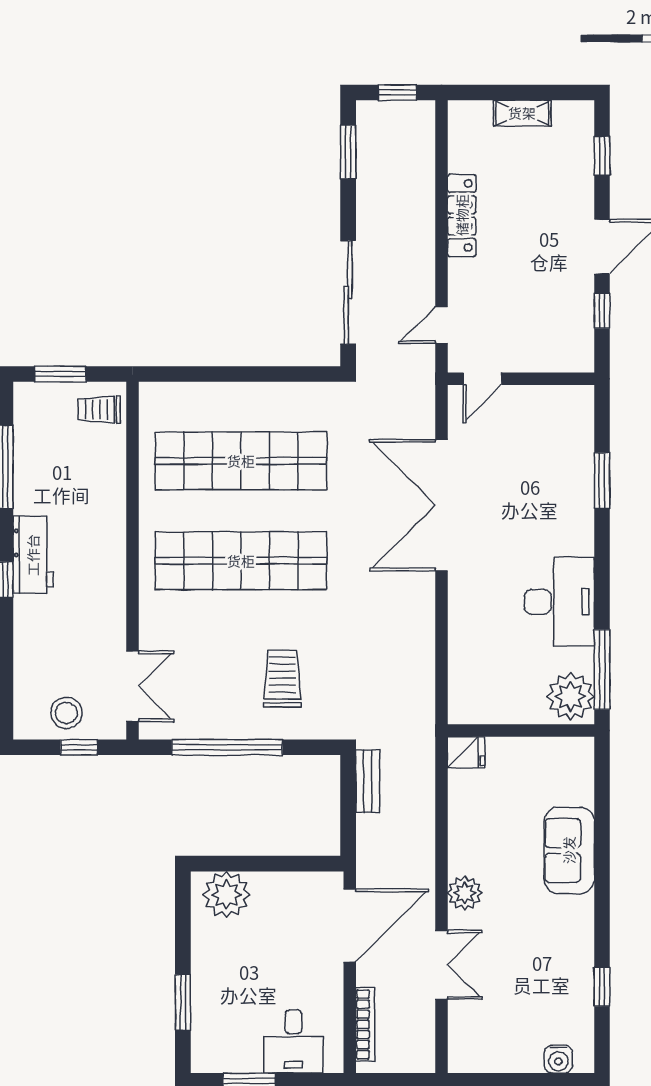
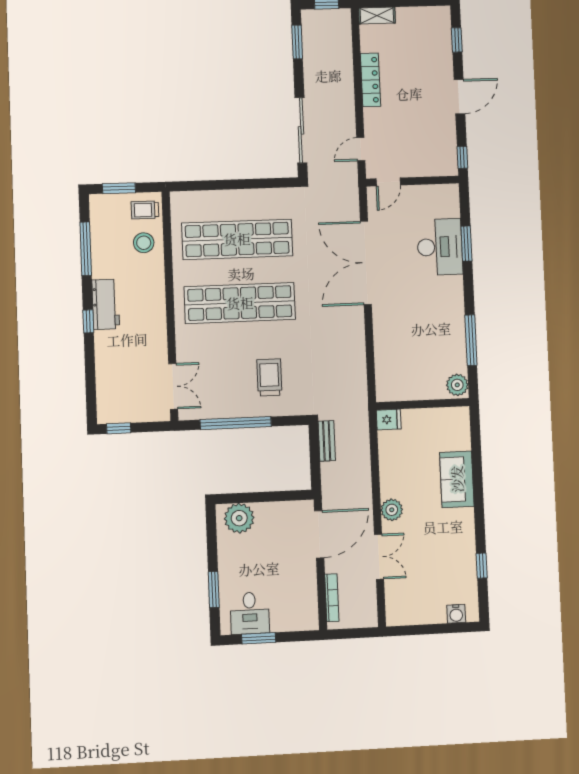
shelving: (522, 113) -> (377, 16), moved
window: (602, 311) -> (462, 157), moved
desk: (560, 602) -> (440, 247), moved
window: (602, 669) -> (471, 340), moved
plant: (571, 696) -> (457, 385), width x0.73, depth x0.73
stool: (66, 713) -> (144, 243), moved
window: (79, 747) -> (119, 428), moved
desk: (294, 1041) -> (250, 613), moved

